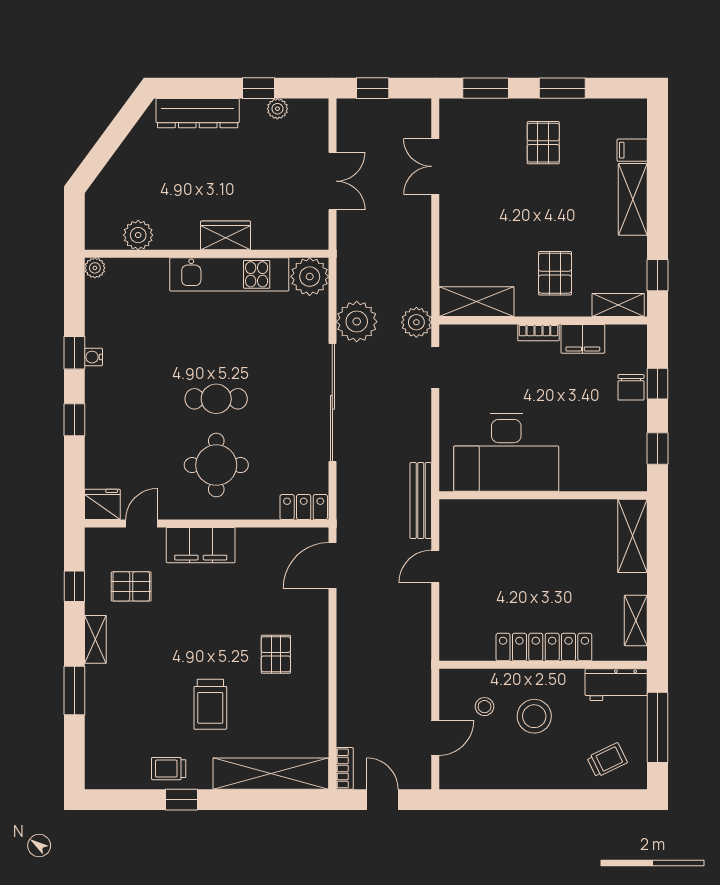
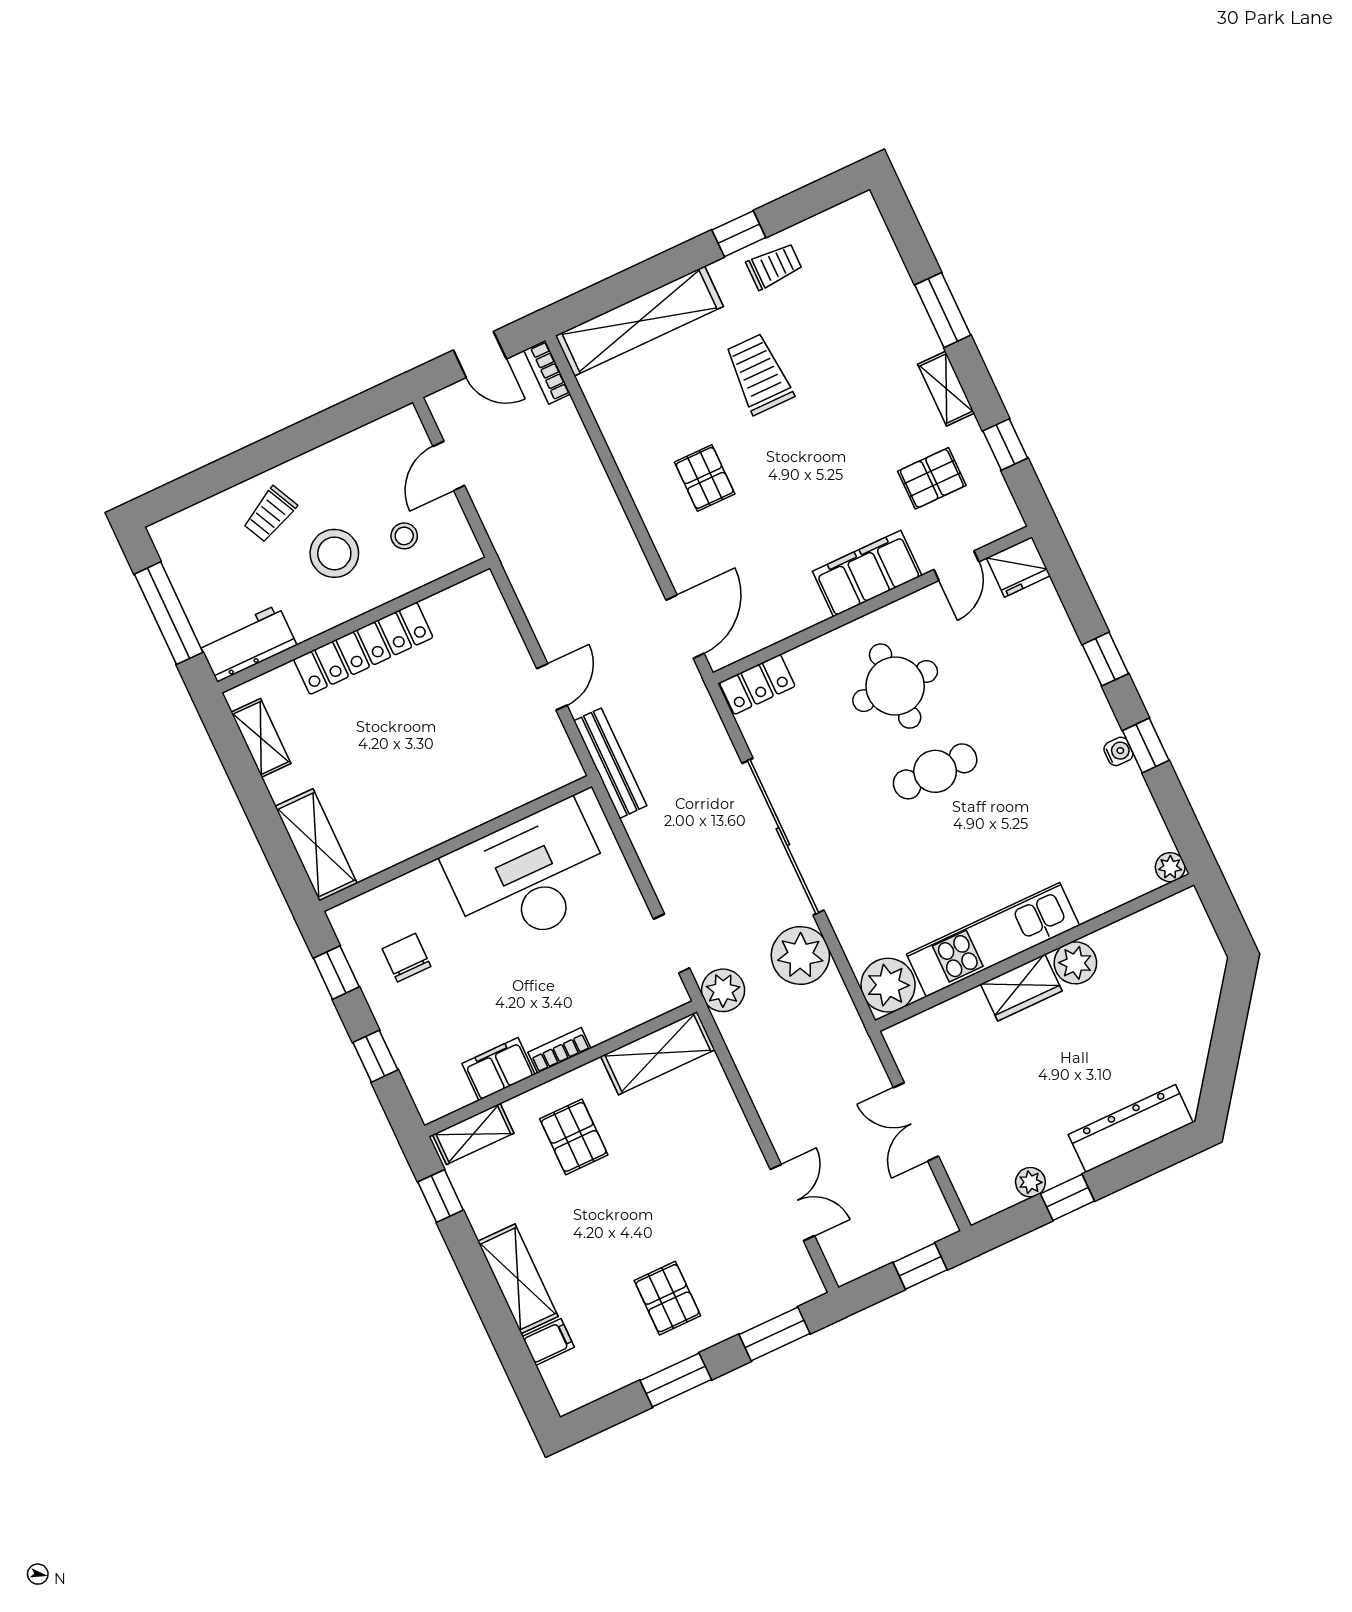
plant: (138, 235) -> (1075, 963), moved
chair: (631, 387) -> (407, 958), moved
trolley: (607, 760) -> (270, 514), moved

